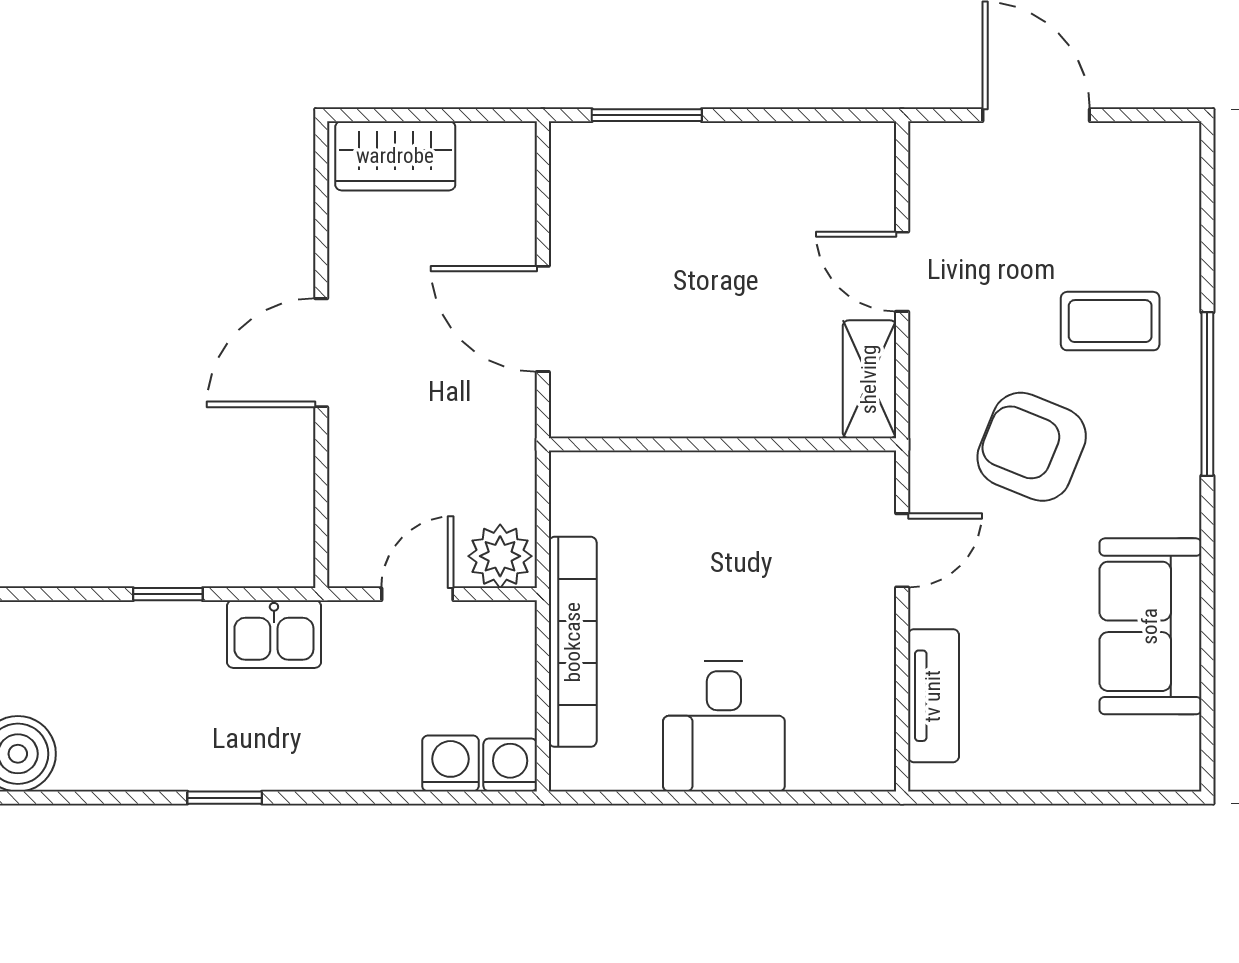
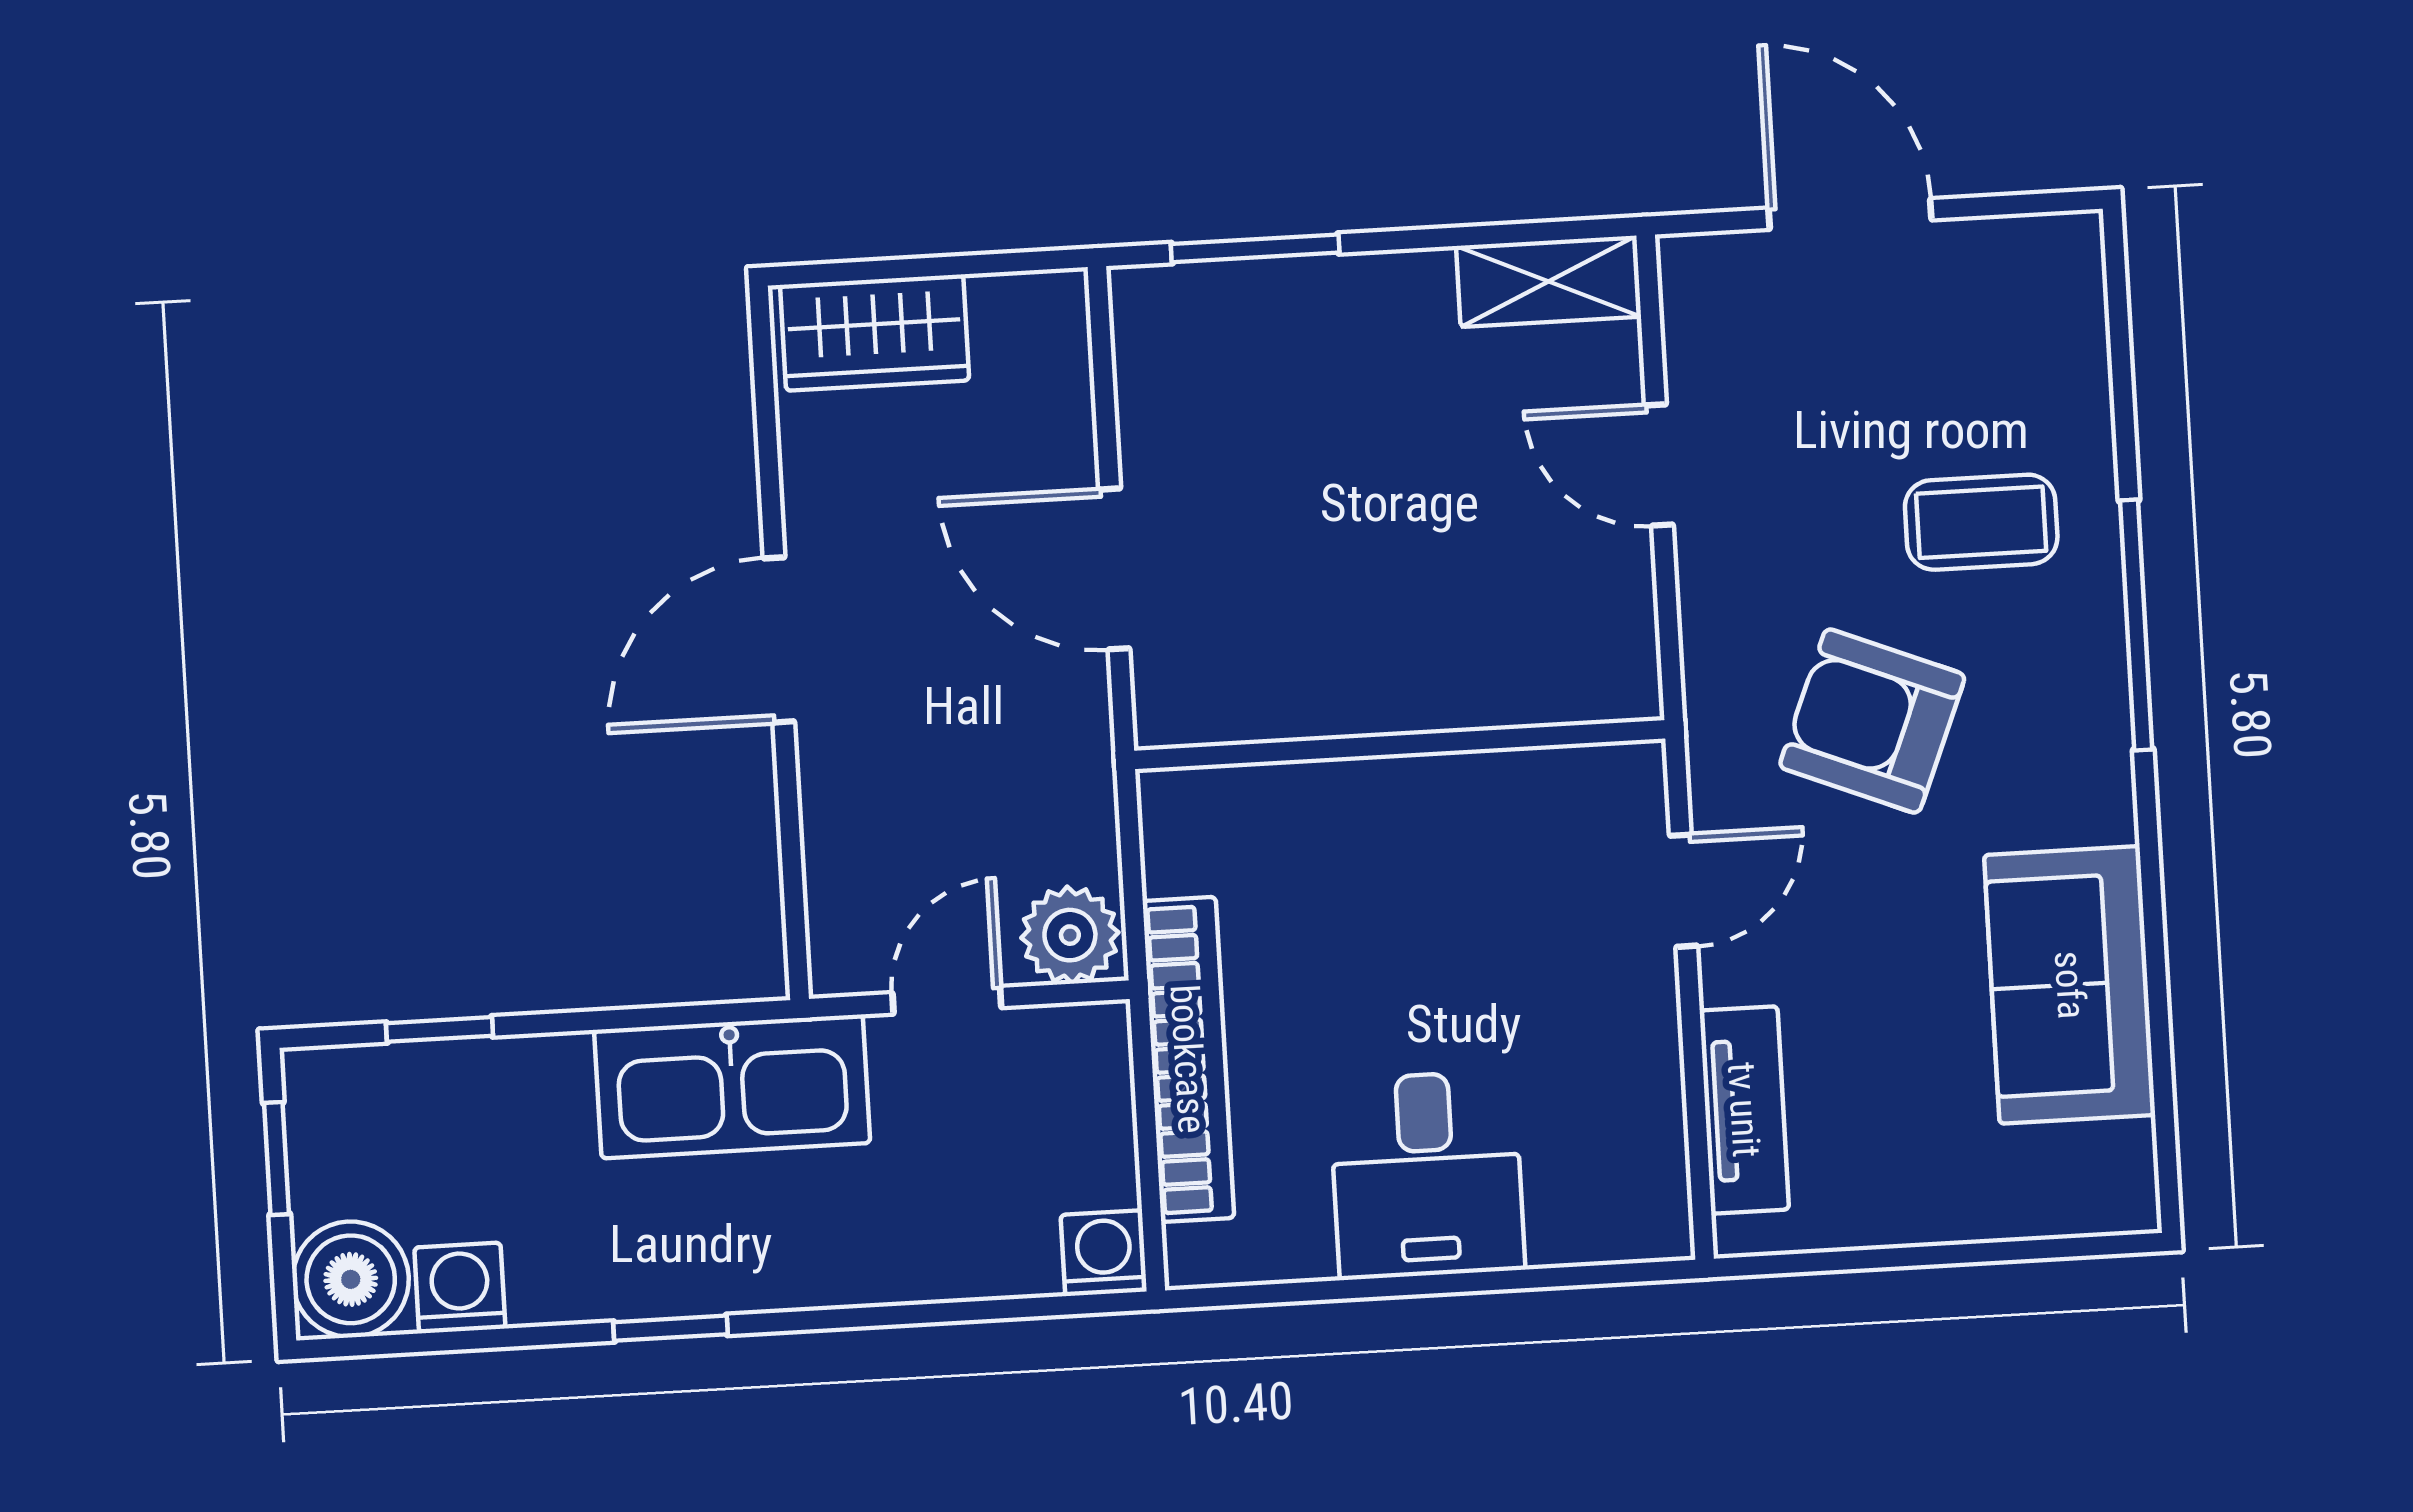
shelving: (869, 379) -> (1549, 281), moved, turned 90
window: (168, 594) -> (439, 1029), moved
kitchen sink: (274, 634) -> (732, 1086), width x1.87, depth x1.24
washing machine: (450, 763) -> (460, 1288), moved

